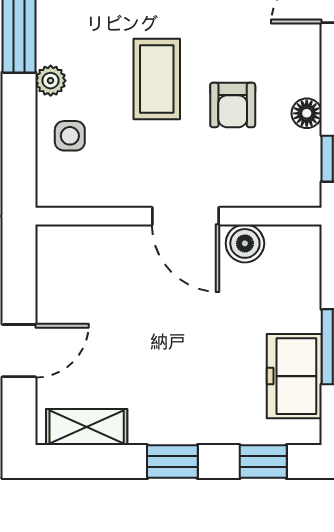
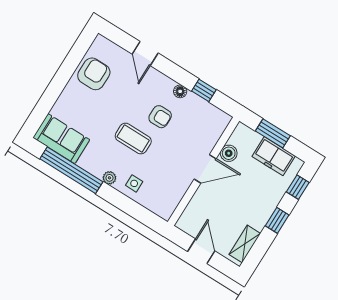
wall: (178, 216) -> (203, 171), moved
door: (186, 216) -> (205, 169), moved
boiler: (245, 243) -> (229, 153), moved

